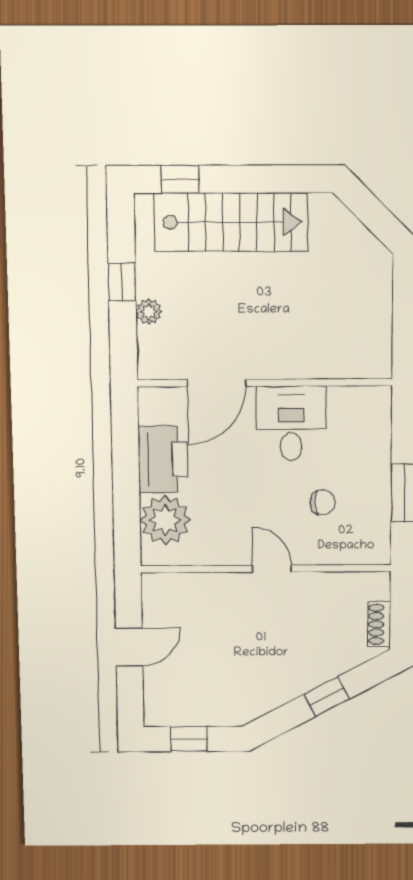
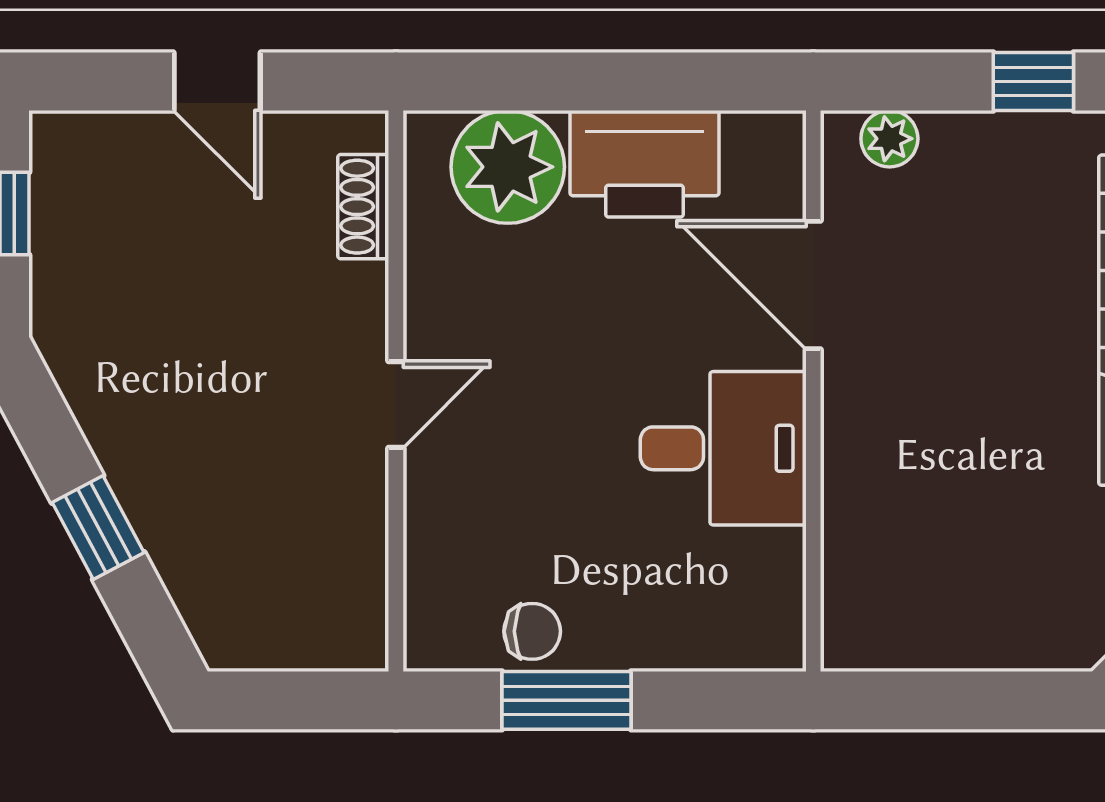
plant: (149, 312) -> (889, 139), moved
chair: (323, 502) -> (532, 631), moved, turned -90
shoe rack: (379, 624) -> (363, 207), moved, turned -90

